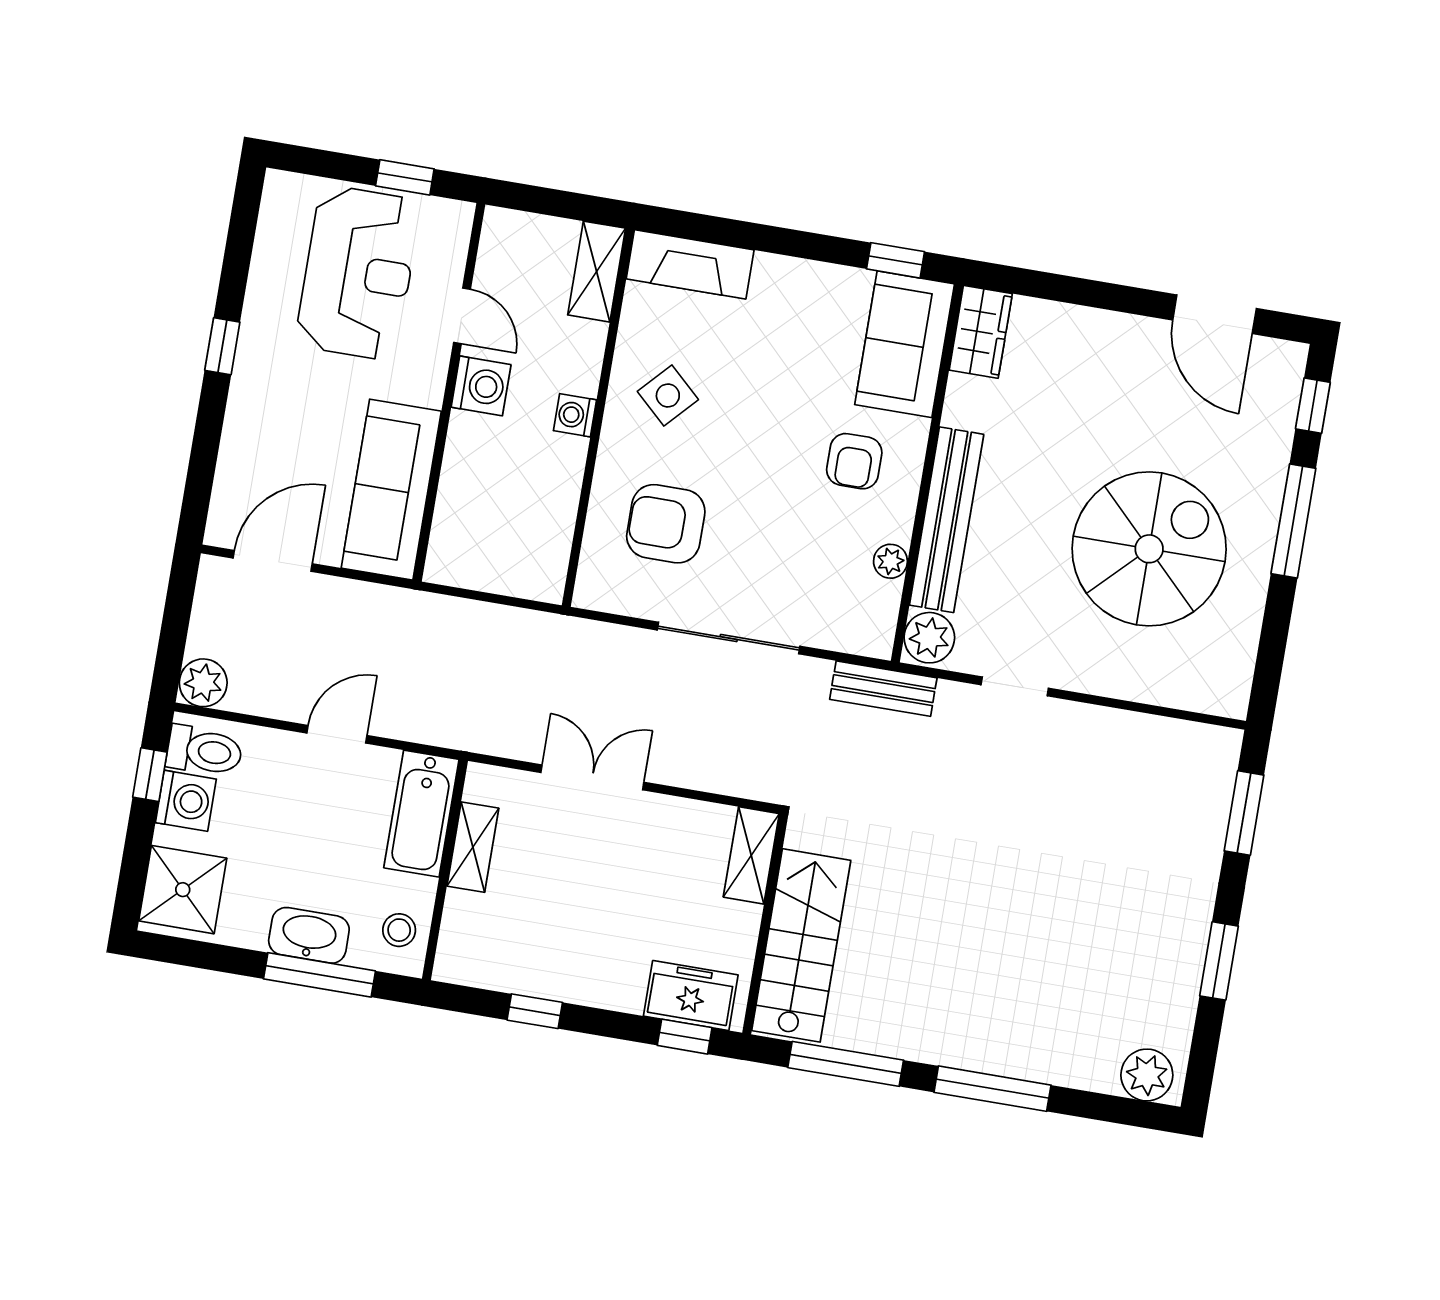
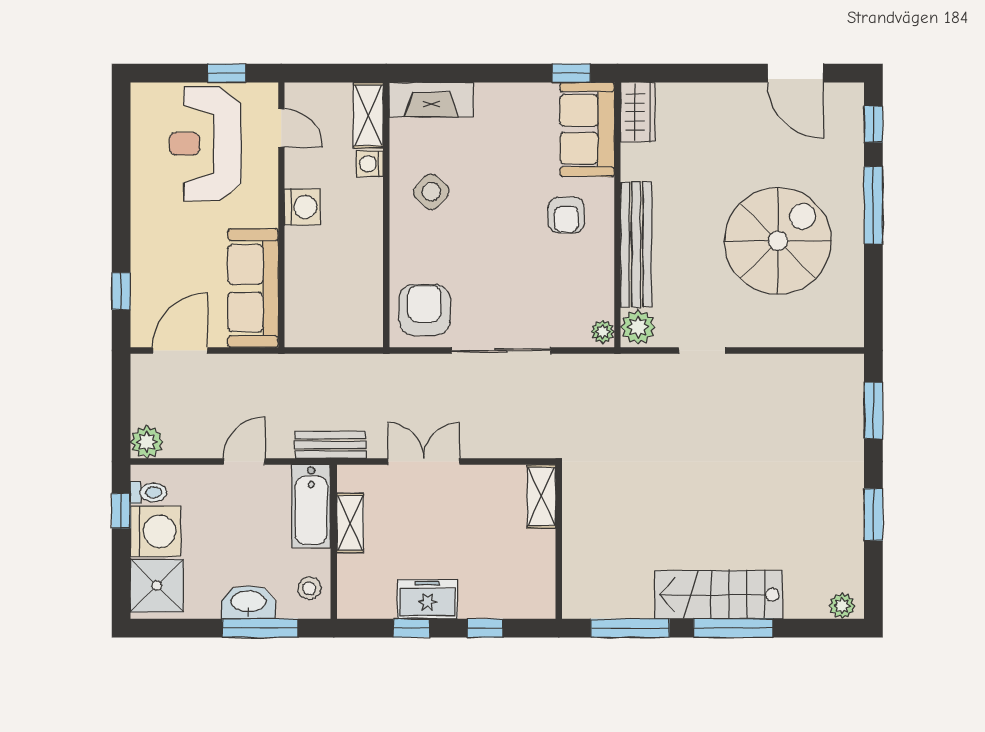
reception desk: (358, 273) -> (205, 144), turned 180
door: (462, 316) -> (281, 128), moved
window: (222, 346) -> (121, 291), moved
washing machine: (575, 415) -> (370, 164), moved
armchair: (666, 524) -> (425, 310), moved, turned 90
plant: (890, 561) -> (603, 332), moved
bench: (883, 689) -> (331, 445), moved
toilet: (204, 751) -> (149, 492), width x0.73, depth x0.72
washing machine: (186, 801) -> (155, 531), width x1.37, depth x1.37
stairs: (801, 945) -> (719, 595), moved, turned -90
freezer: (691, 996) -> (427, 599), moved
window: (685, 1037) -> (485, 628), moved
plant: (1147, 1075) -> (842, 606), width x0.73, depth x0.73

